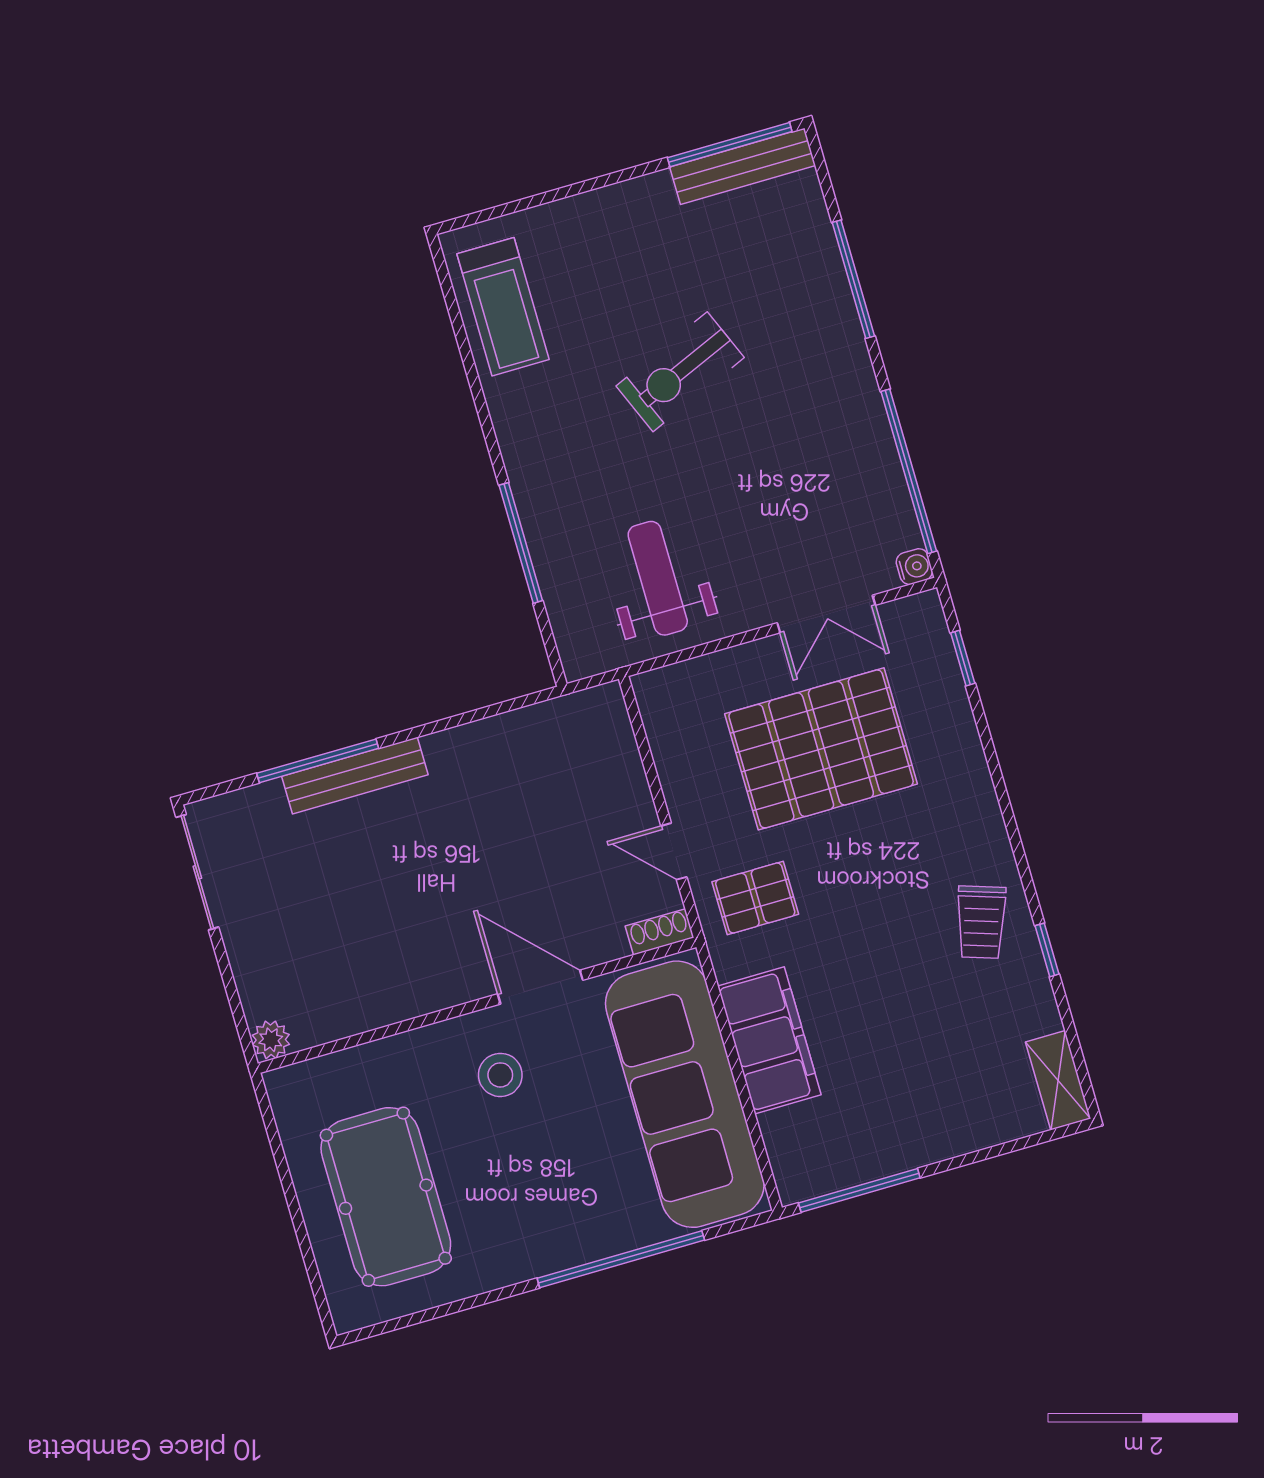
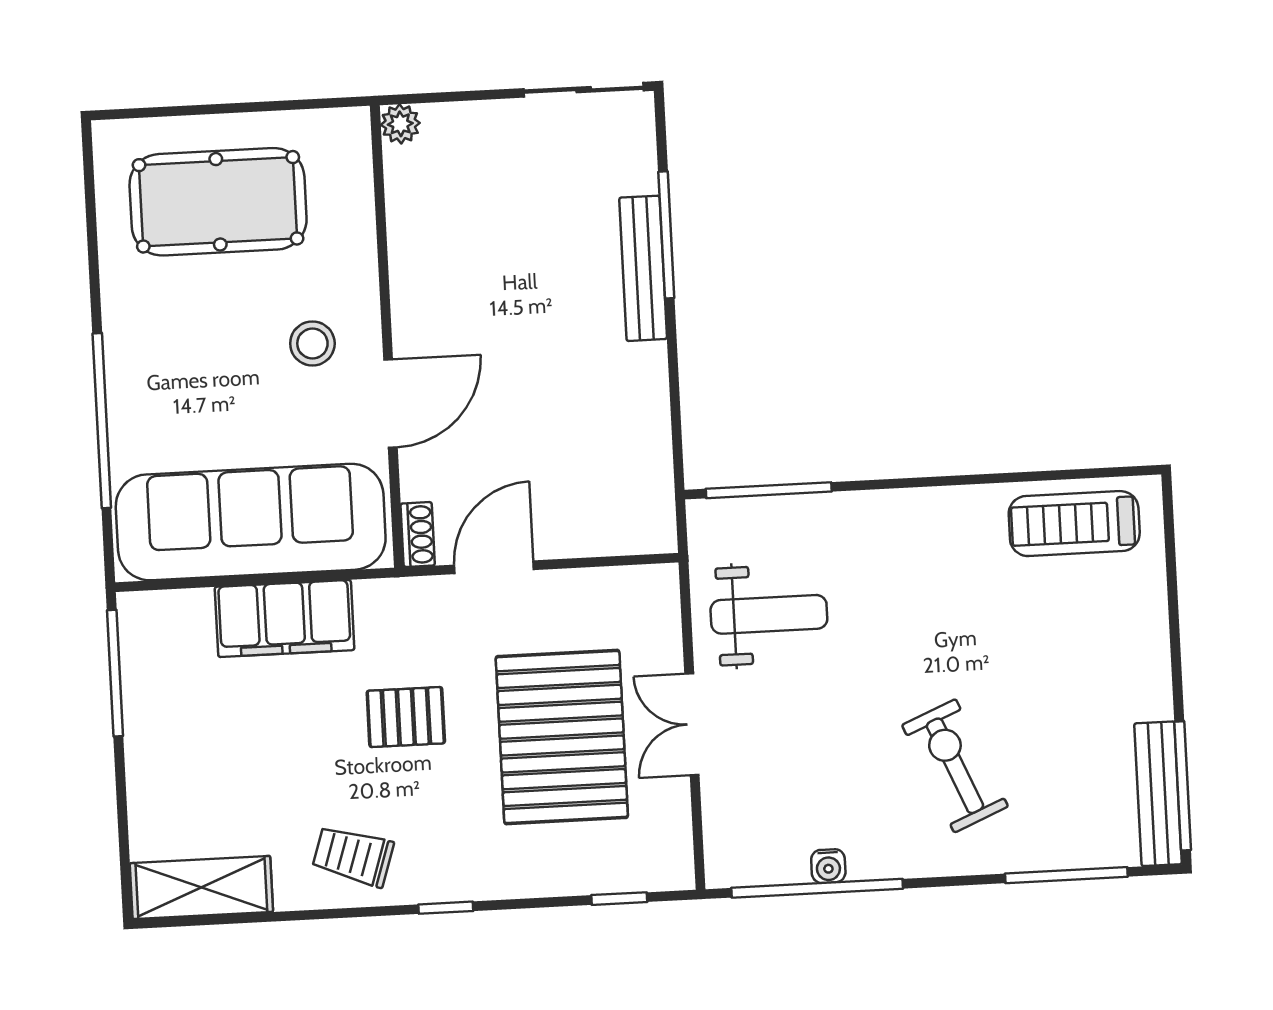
window: (853, 279) -> (1066, 875), moved
exercise bike: (680, 372) -> (955, 766), moved
window: (521, 543) -> (769, 490), moved
water cooler: (914, 567) -> (828, 866), moved
double door: (826, 614) -> (692, 724), moved
door: (674, 851) -> (494, 567), width x1.37
pallet: (755, 898) -> (406, 717), moved, turned 90
window: (1047, 950) -> (446, 908), moved
shelving: (1058, 1080) -> (201, 888), width x1.50, depth x1.33

